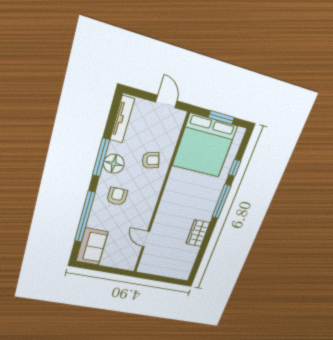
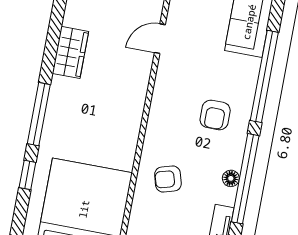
window: (101, 157) -> (245, 179), width x1.46
floor lamp: (114, 164) -> (231, 178), width x0.53, depth x0.53
door: (146, 239) -> (160, 39), swing flipped

